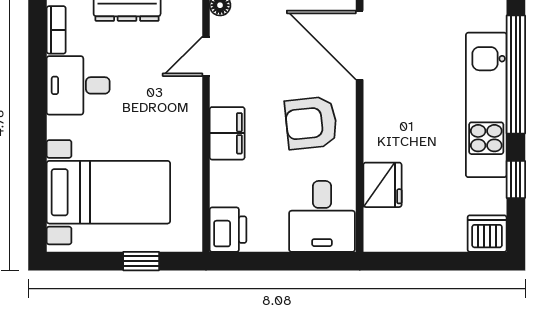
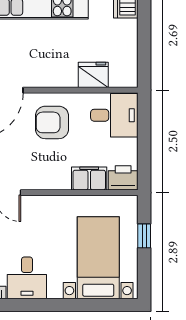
armchair: (311, 123) -> (52, 122), turned 96
filing cabinet: (227, 133) -> (89, 178), moved

